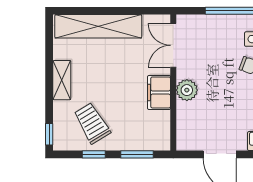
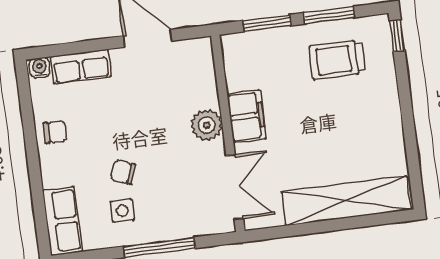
shelving: (62, 80) -> (389, 116), removed
trolley: (92, 123) -> (337, 60), turned 121
window: (94, 154) -> (329, 15), width x1.50

